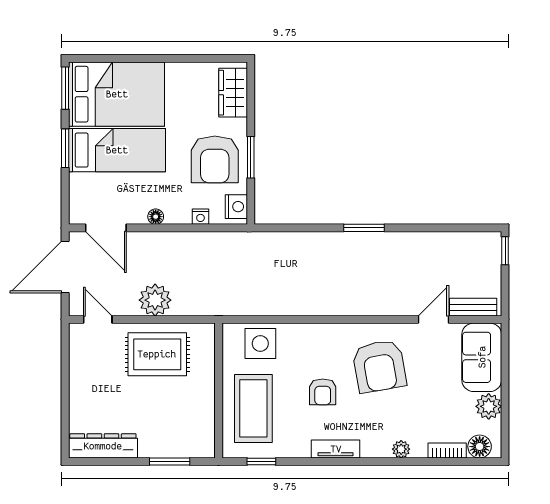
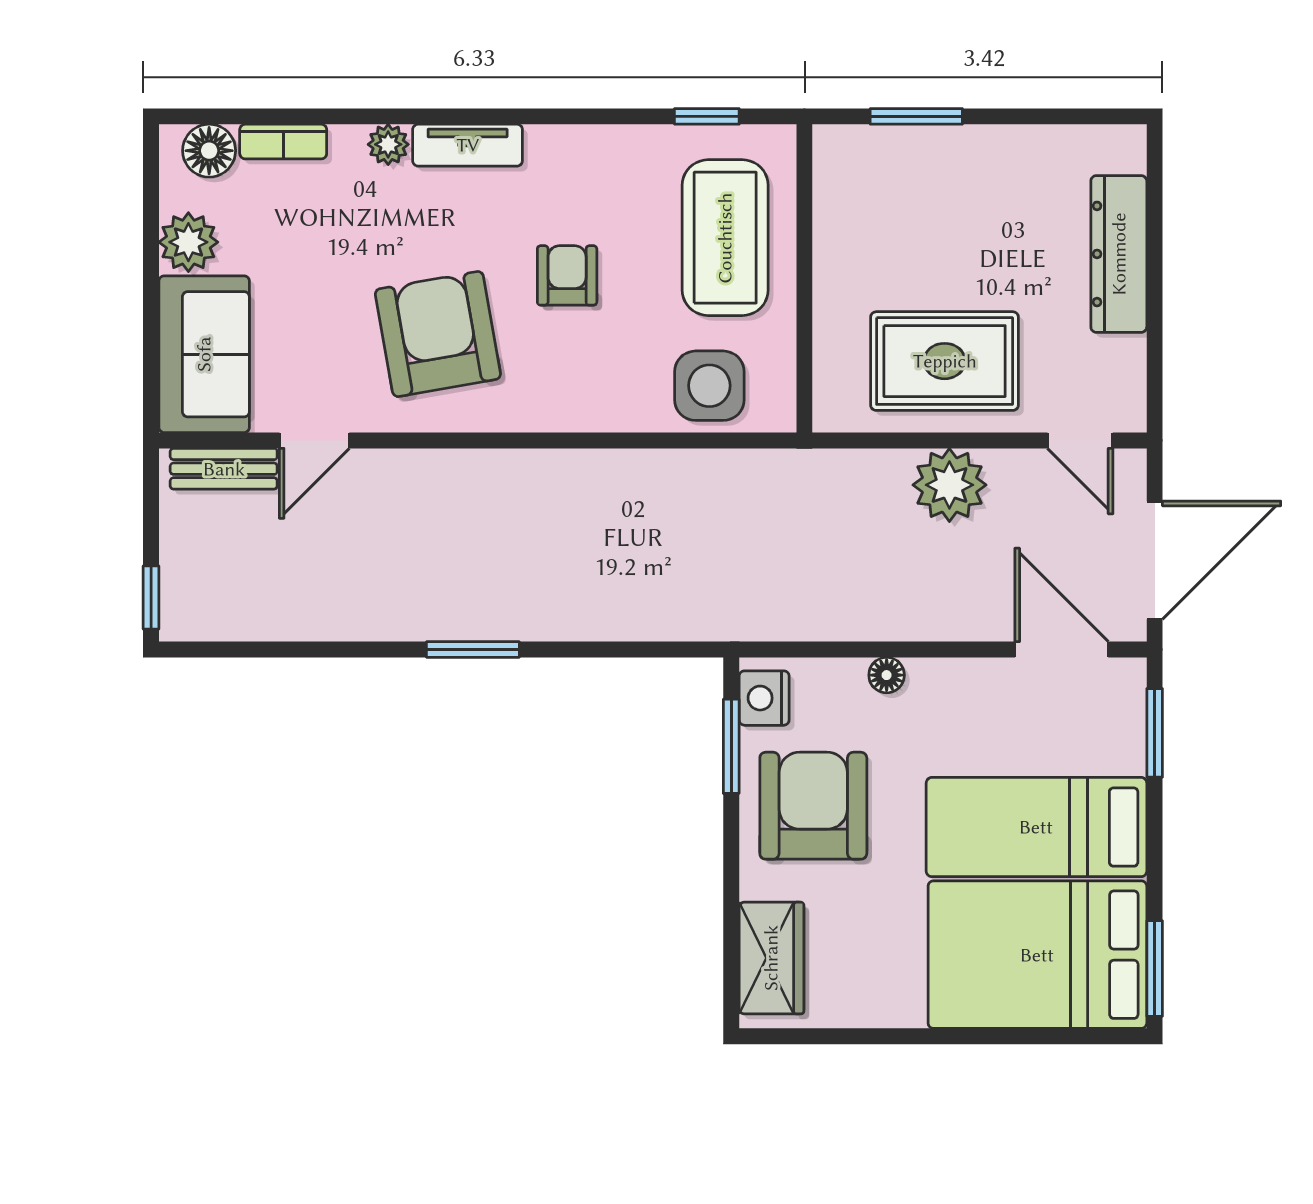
window: (65, 148) -> (1155, 733), moved
window: (251, 157) -> (731, 746), moved
floor lamp: (156, 217) -> (887, 675), moved
nightstand: (200, 217) -> (846, 675), removed
dresser: (103, 446) -> (1119, 254), moved, turned 90
tv unit: (336, 449) -> (468, 145), moved

